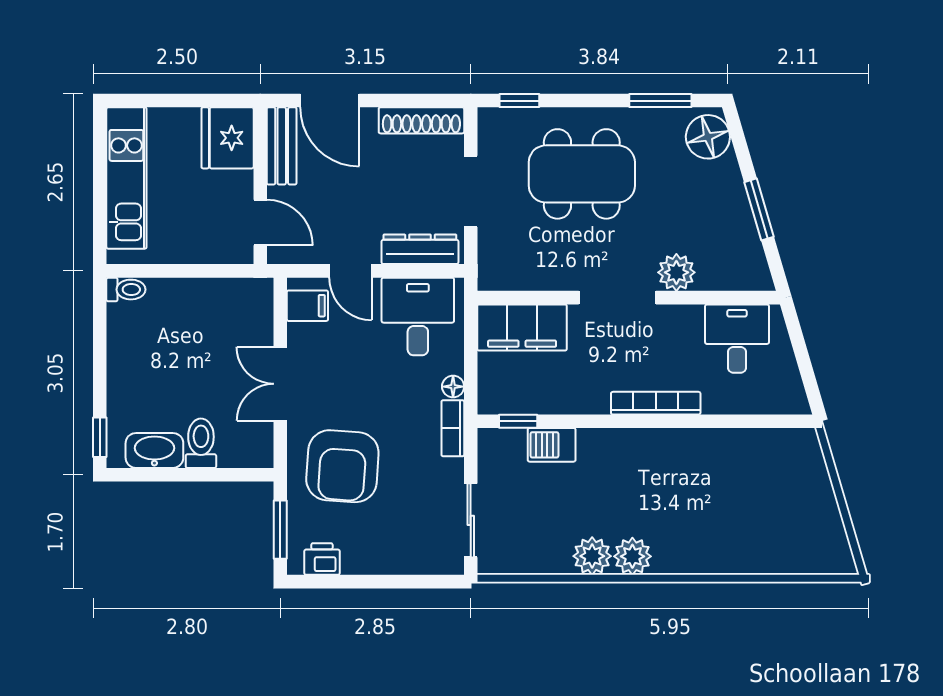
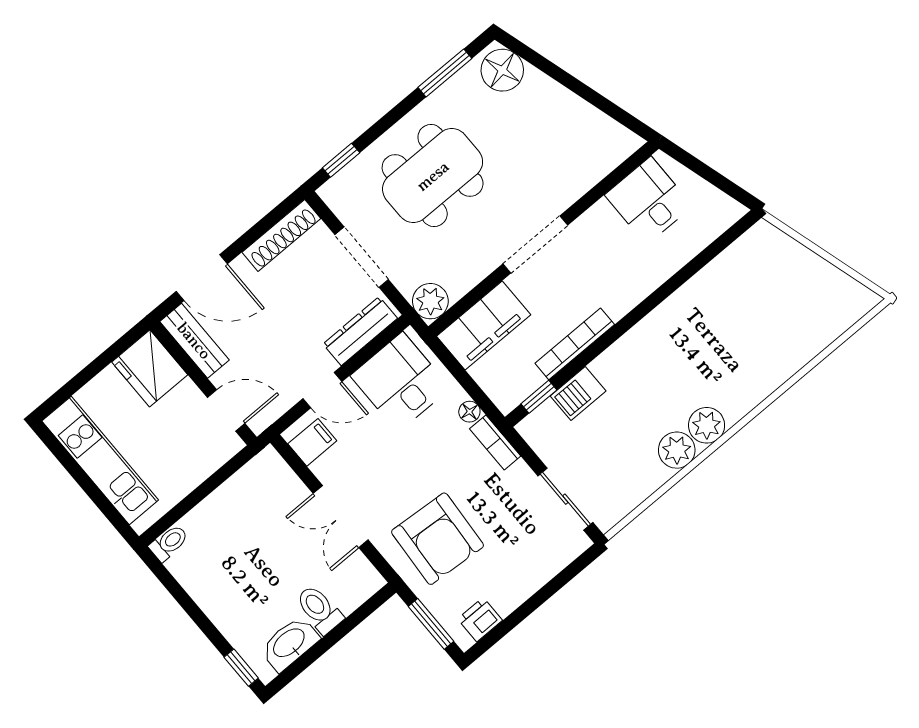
window: (759, 209) -> (585, 92), removed
plant: (676, 272) -> (430, 301), moved
bookcase: (656, 403) -> (575, 344), moved

